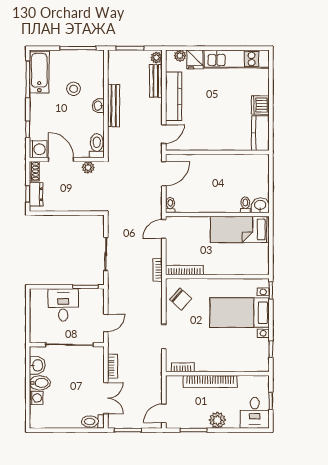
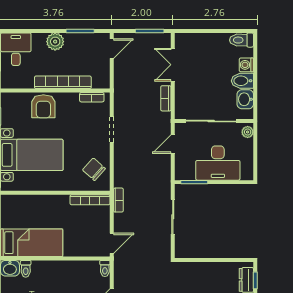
desk: (63, 305) -> (218, 163), width x1.37
plant: (35, 334) -> (248, 132), added
armchair: (229, 359) -> (43, 106), added
toilet: (93, 421) -> (242, 40), moved, turned 180

